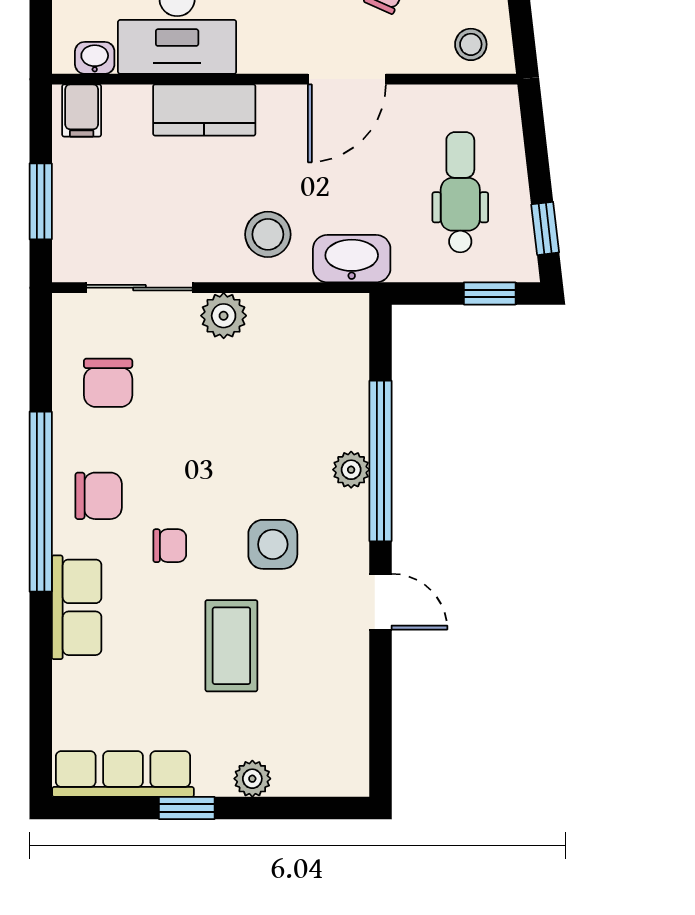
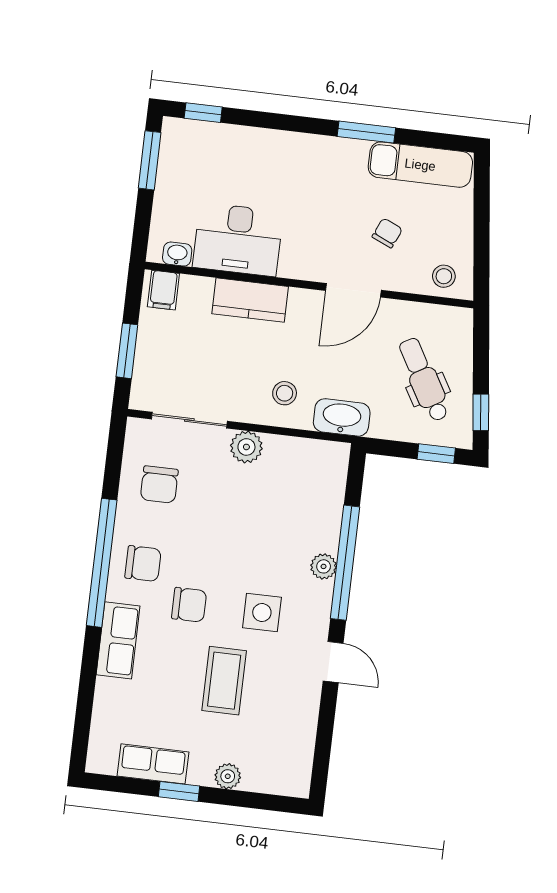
dental chair: (460, 192) -> (424, 380), turned -30
stool: (268, 234) -> (285, 393), width x0.73, depth x0.73
chair: (170, 546) -> (189, 605), width x1.37, depth x1.37
row of seats: (123, 774) -> (153, 764), width x0.68

